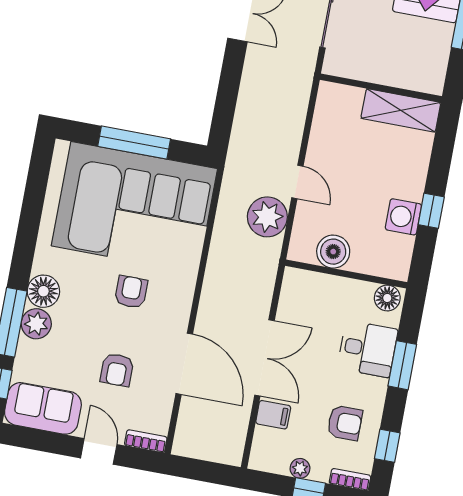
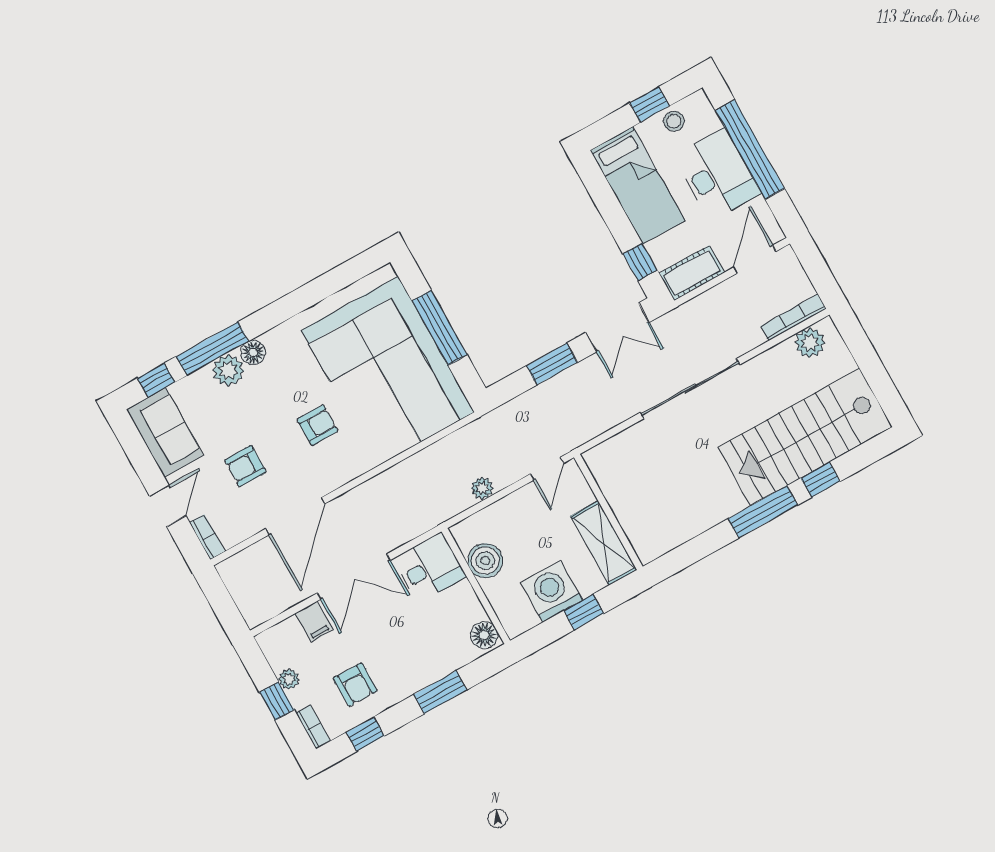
window: (230, 82) -> (552, 364), added
wall: (381, 88) -> (608, 512), moved
shelving: (401, 110) -> (604, 543), moved
door: (297, 182) -> (547, 469), moved
plant: (267, 217) -> (482, 488), width x0.53, depth x0.53
washing machine: (403, 217) -> (552, 591), width x1.37, depth x1.37
floor lamp: (43, 291) -> (253, 353), width x0.73, depth x0.73
desk: (368, 349) -> (430, 568), moved, turned -90

